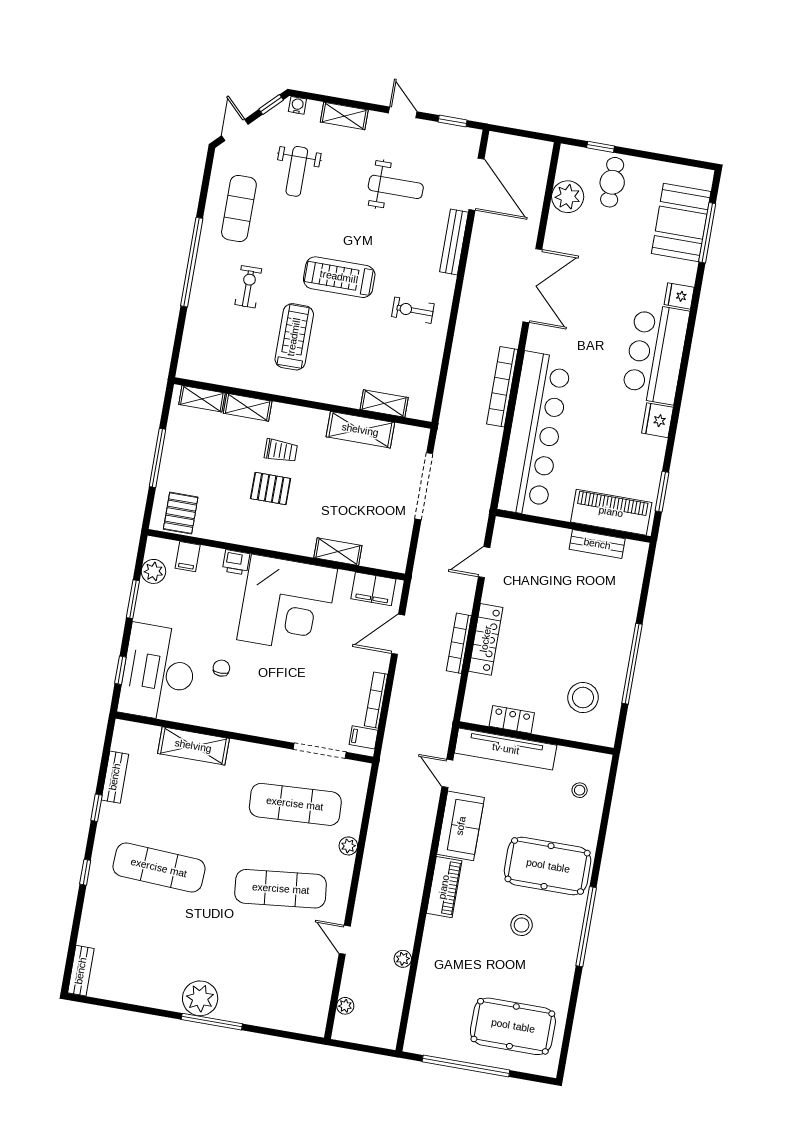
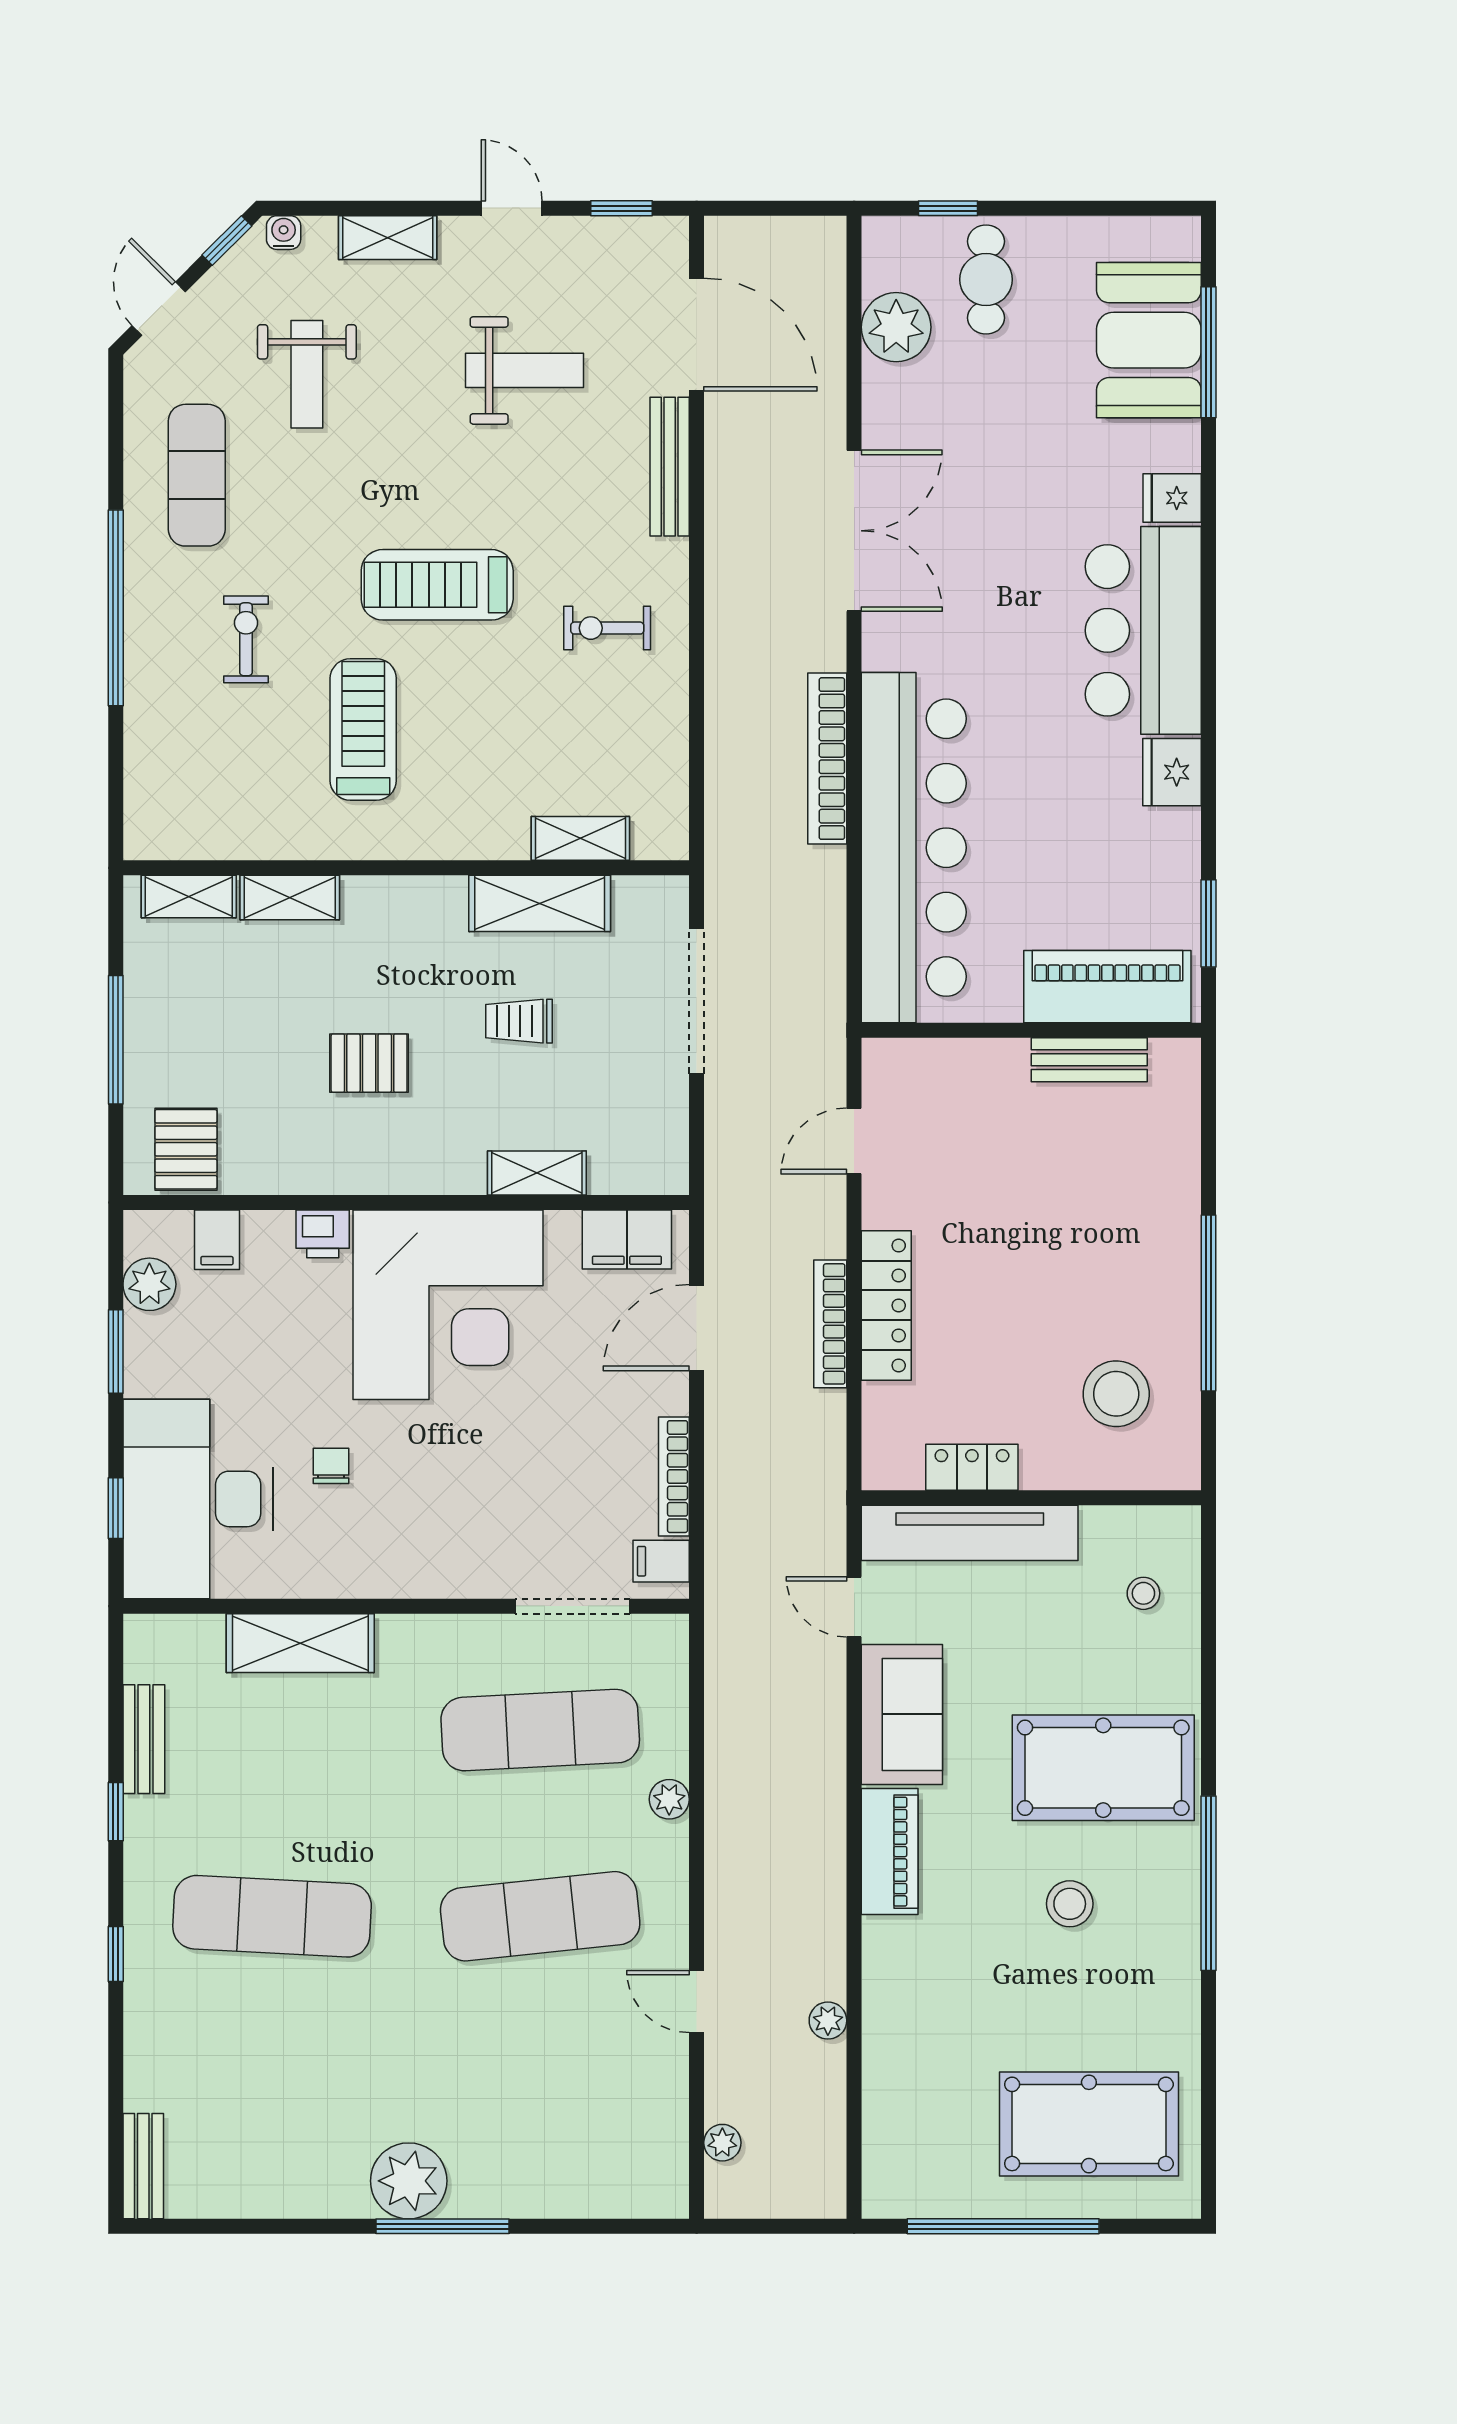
trolley: (281, 451) -> (519, 1021), moved, turned 180

